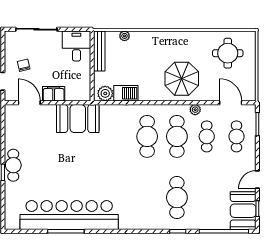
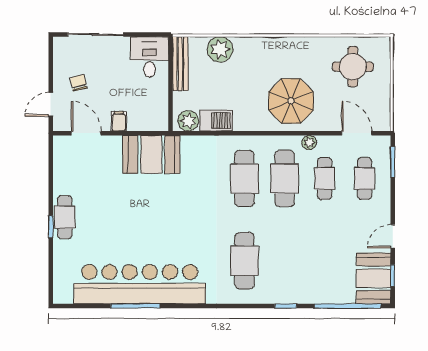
plant: (124, 36) -> (220, 49), width x1.87, depth x1.87
filing cabinet: (54, 94) -> (119, 121), width x0.50
cafe table: (177, 198) -> (245, 261), moved

